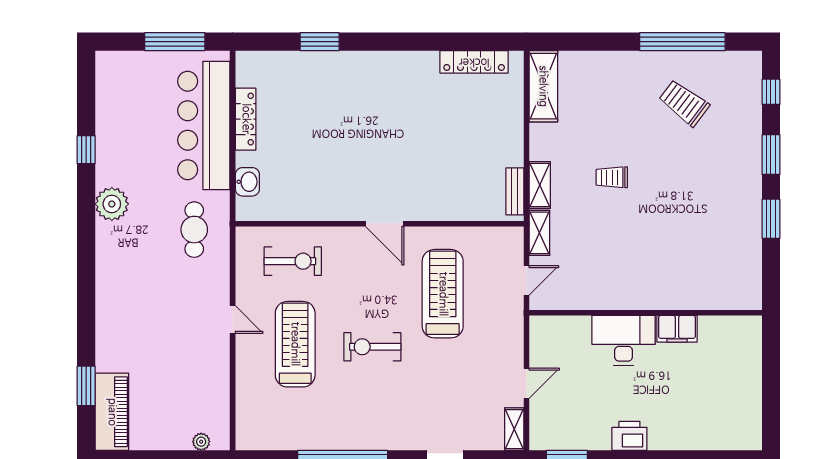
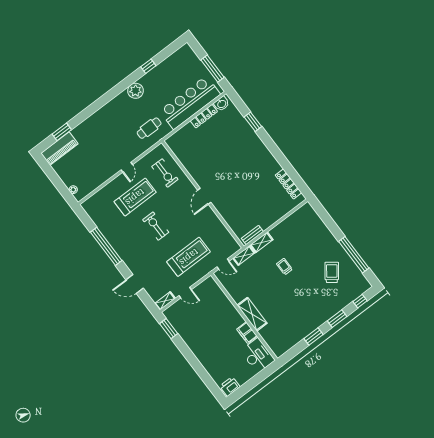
shelving: (543, 86) -> (252, 314), moved, turned 90
washbasin: (247, 182) -> (222, 104), moved
treadmill: (443, 294) -> (189, 257), moved
desk: (624, 340) -> (258, 355), moved
printer: (629, 436) -> (230, 387), moved, turned -90

